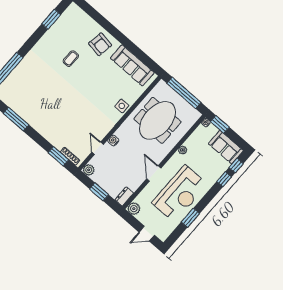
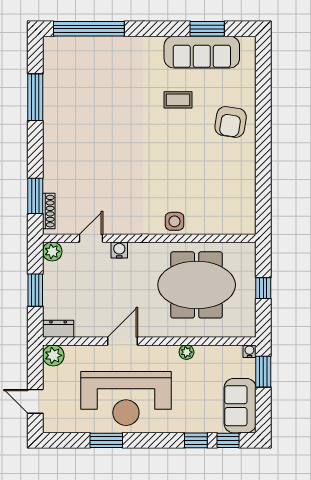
sofa: (132, 65) -> (202, 52), moved, turned -90
window: (184, 93) -> (263, 288), width x0.32

